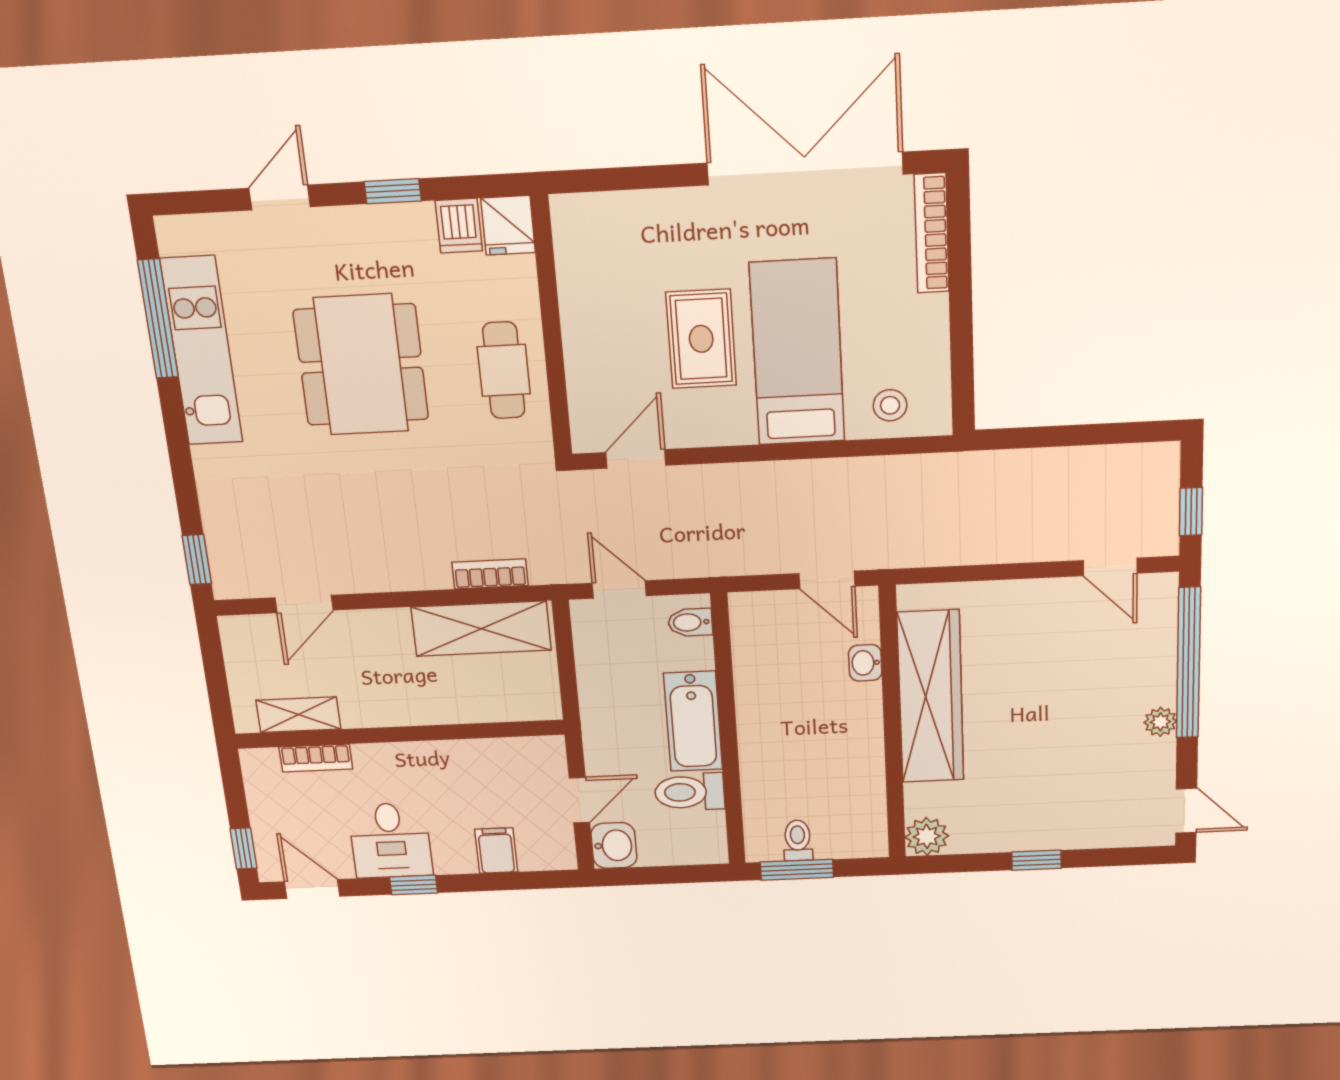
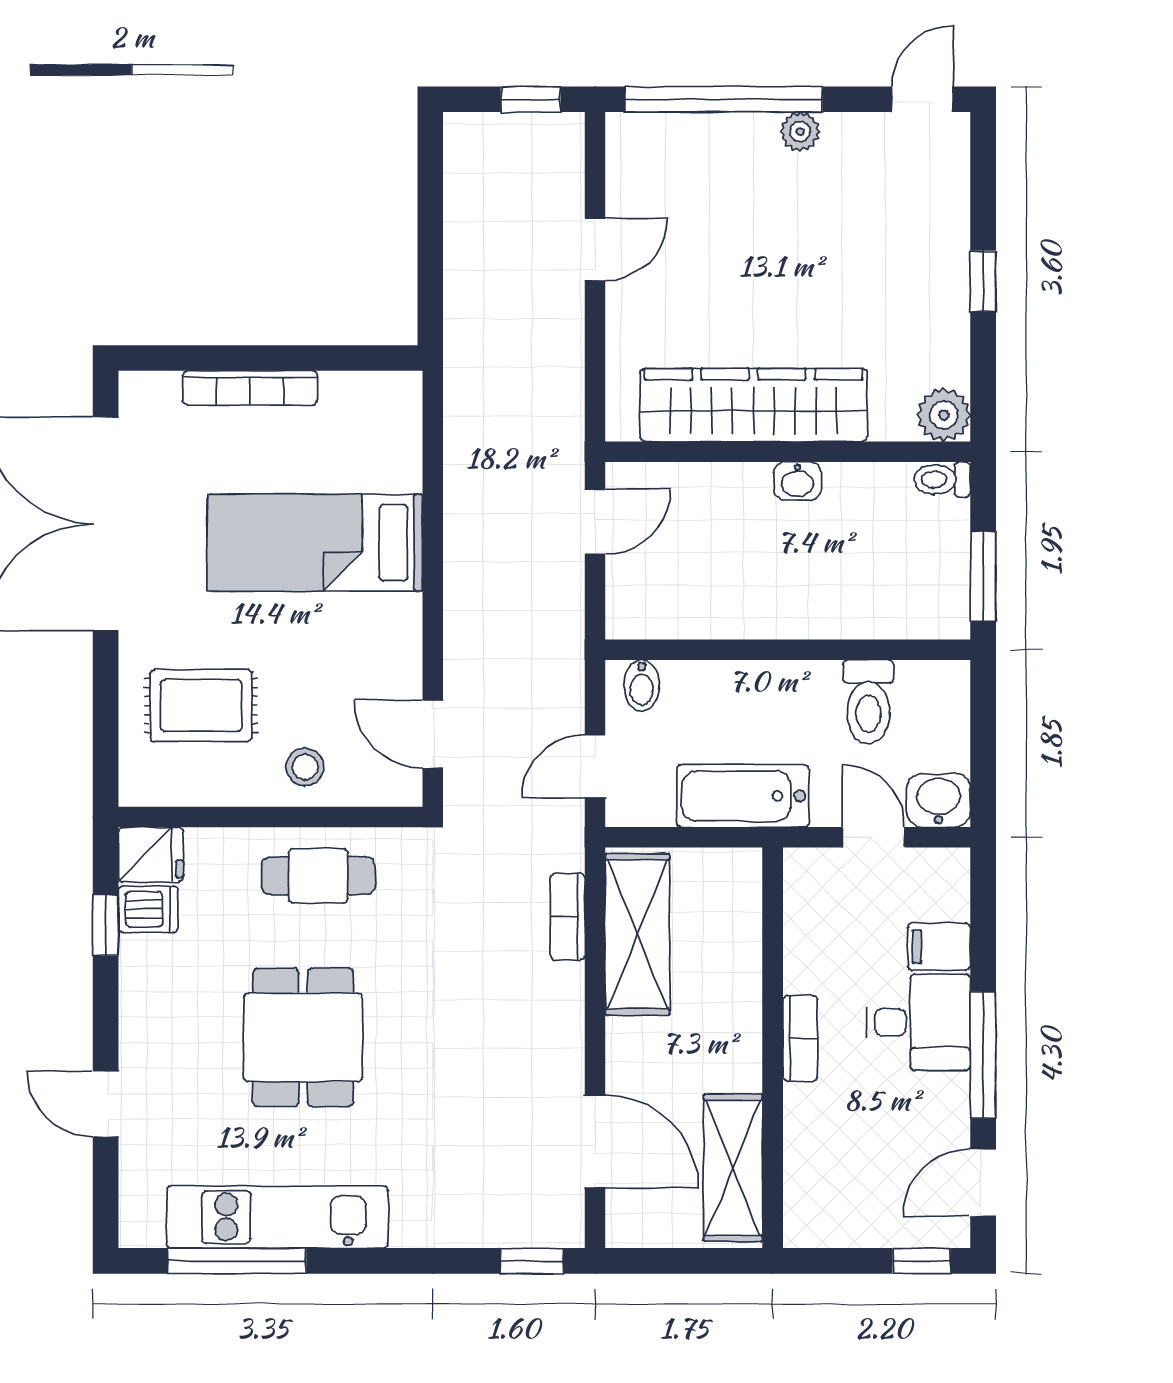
window: (393, 191) -> (106, 925), moved
bookcase: (932, 233) -> (250, 388), moved
rug: (701, 339) -> (201, 706), moved
dining table: (361, 365) -> (303, 1037), width x0.73
stool: (890, 405) -> (305, 767), moved
door: (1110, 567) -> (595, 249), moved
door: (304, 604) -> (595, 1142), width x1.38
washbasin: (865, 663) -> (797, 481), moved
shelving: (298, 715) -> (733, 1168), width x1.50, depth x1.33
bathtub: (693, 721) -> (743, 796), moved, turned 180
bookcase: (316, 758) -> (800, 1038), moved
desk: (390, 840) -> (919, 1022), moved
toilet: (798, 840) -> (942, 479), moved
window: (413, 885) -> (983, 1055), width x2.17

